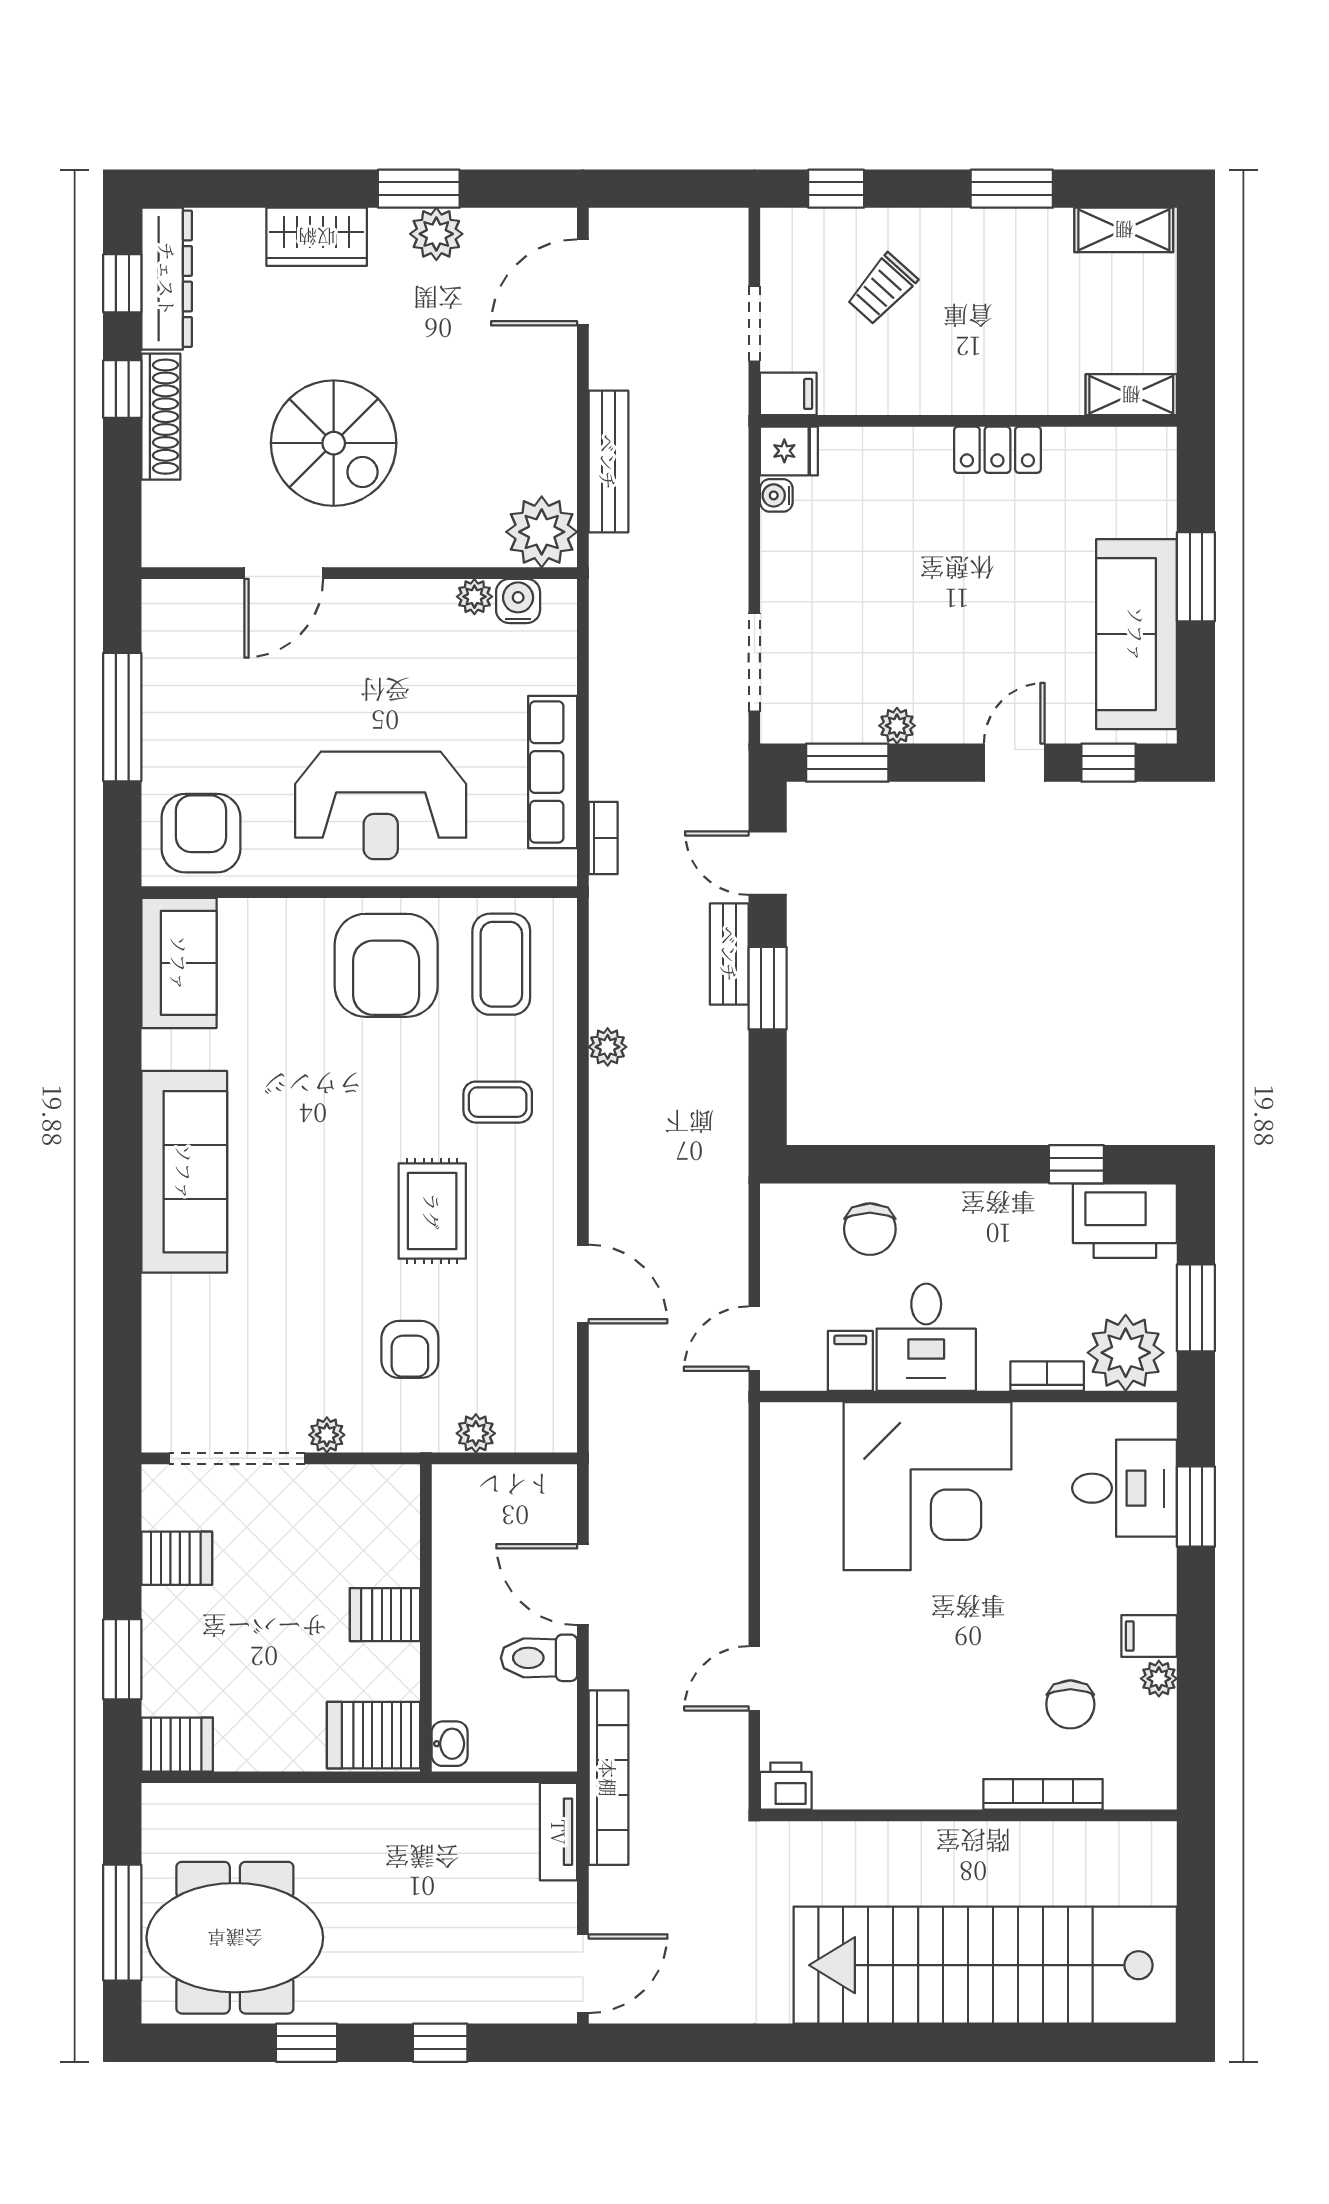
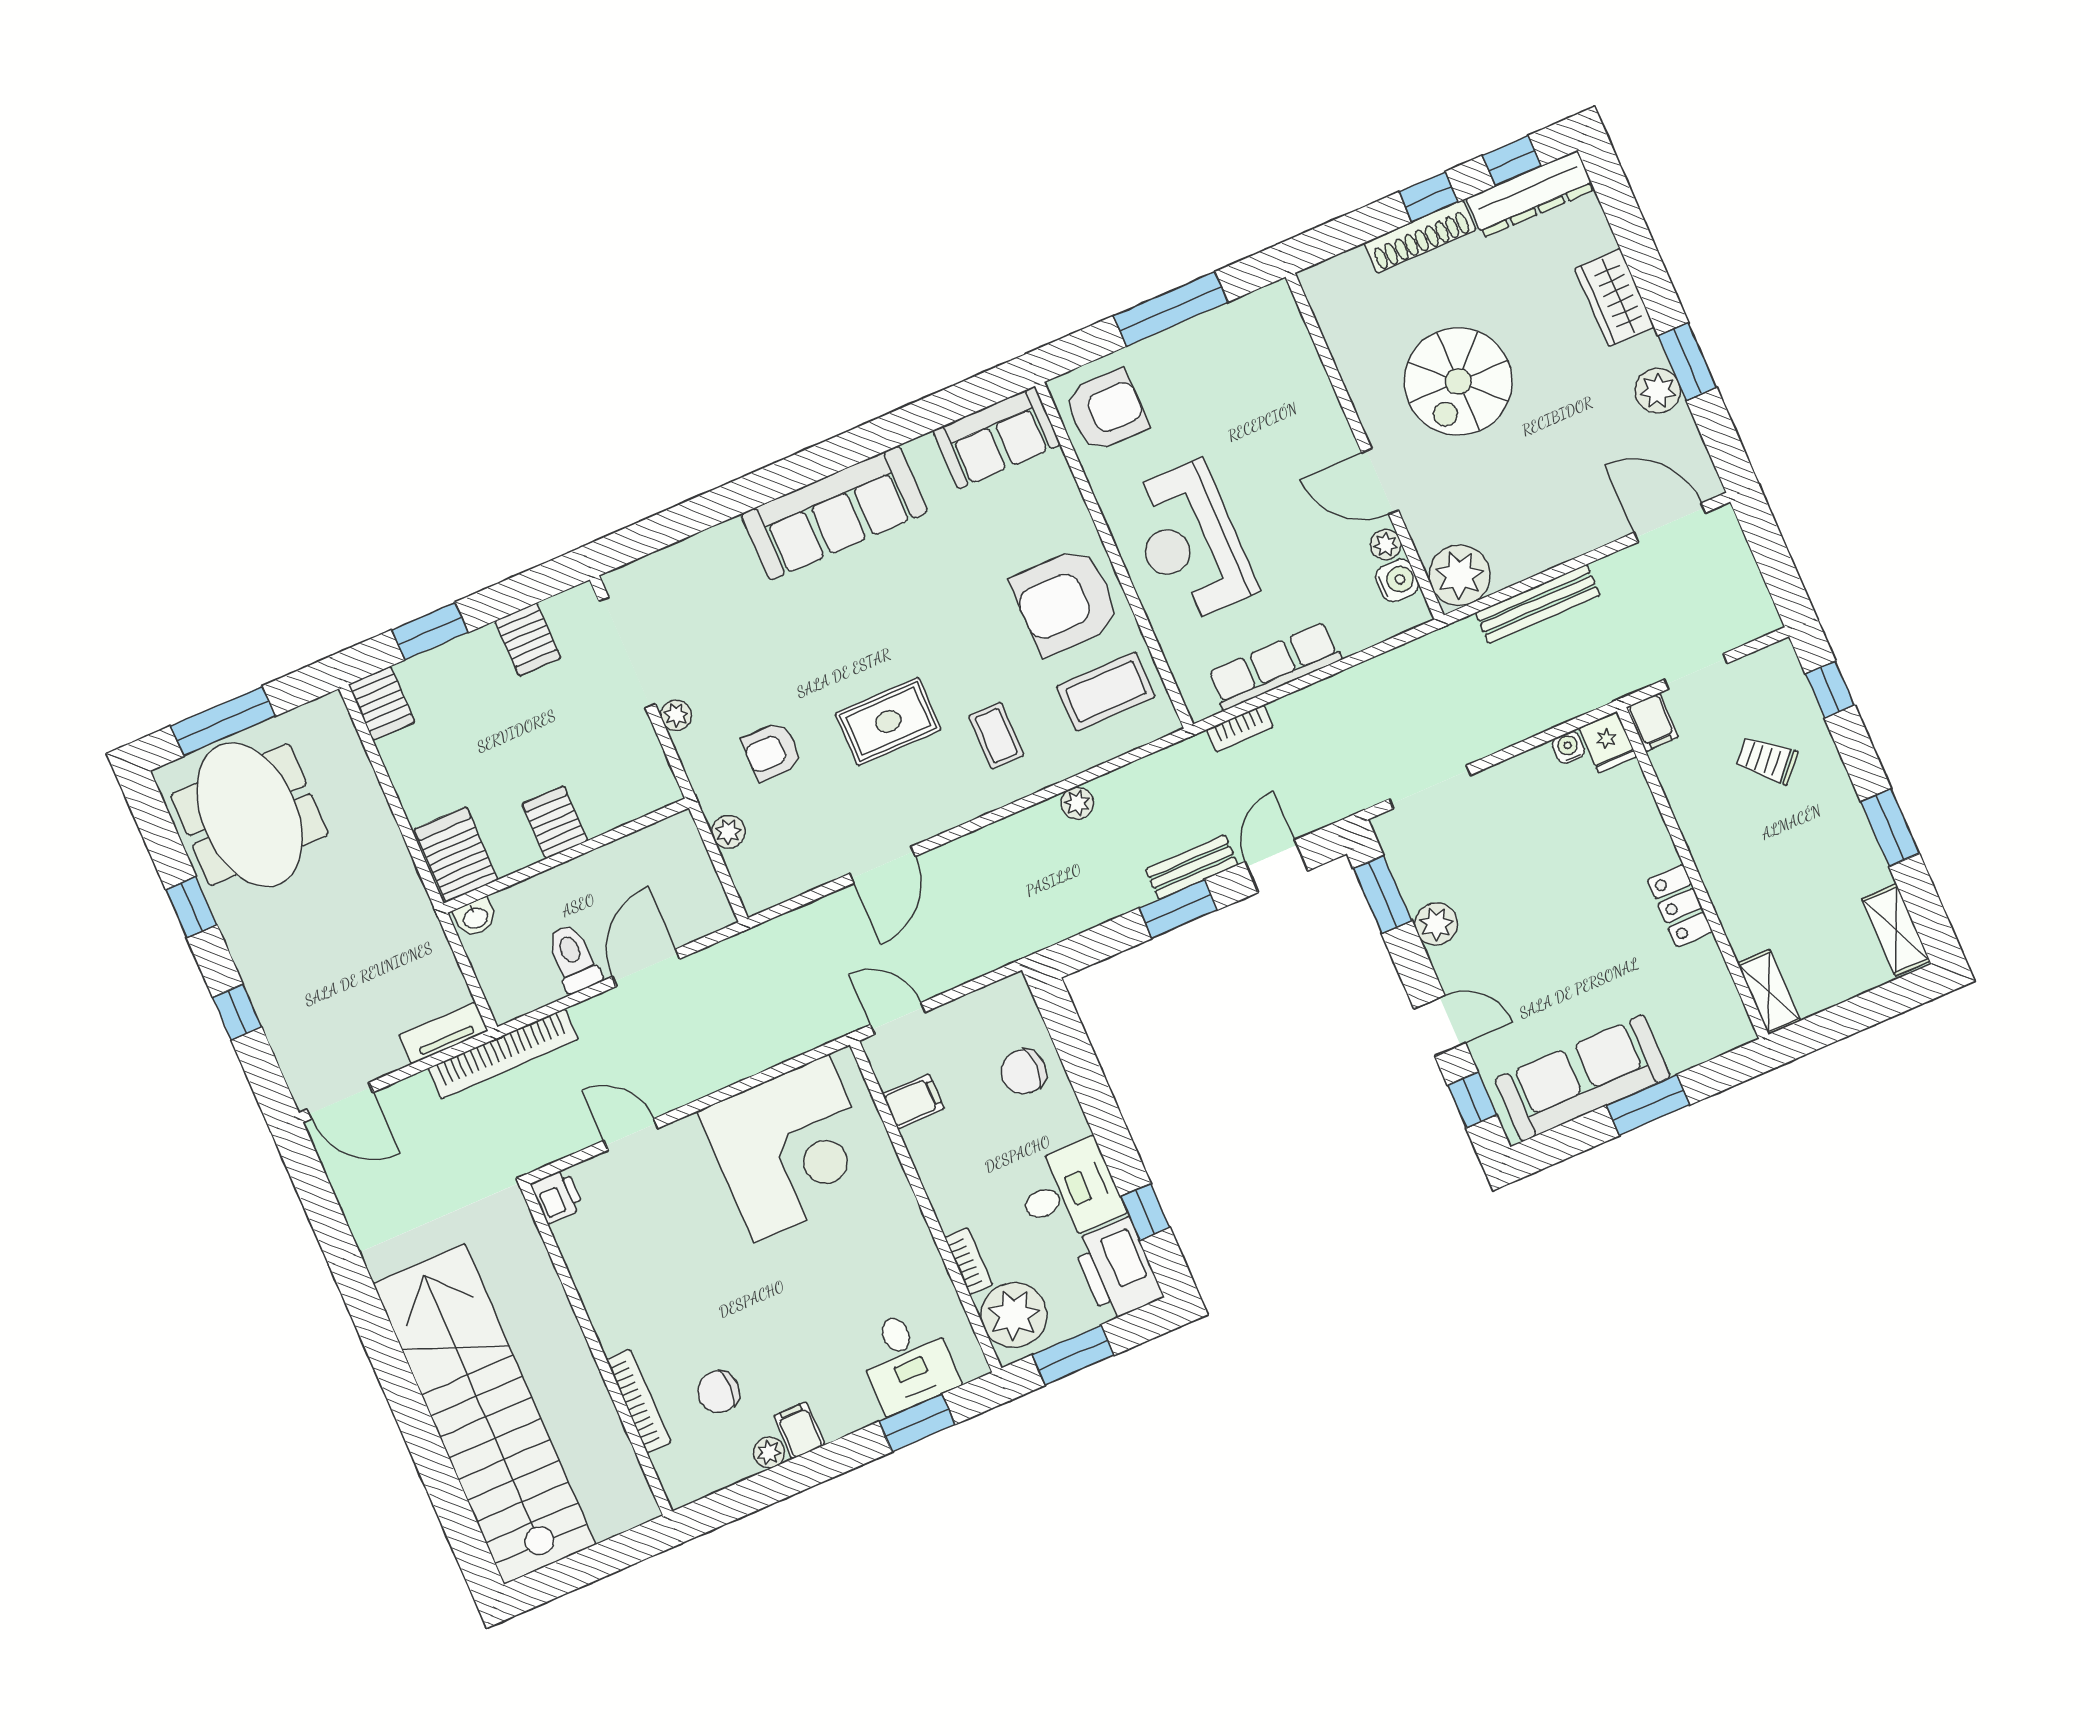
door: (284, 573) -> (1380, 482), moved
plant: (897, 726) -> (1436, 924), width x1.38, depth x1.38
desk: (926, 1337) -> (1069, 1192), moved, turned 180
corner desk: (927, 1486) -> (791, 1149), moved, turned -90

